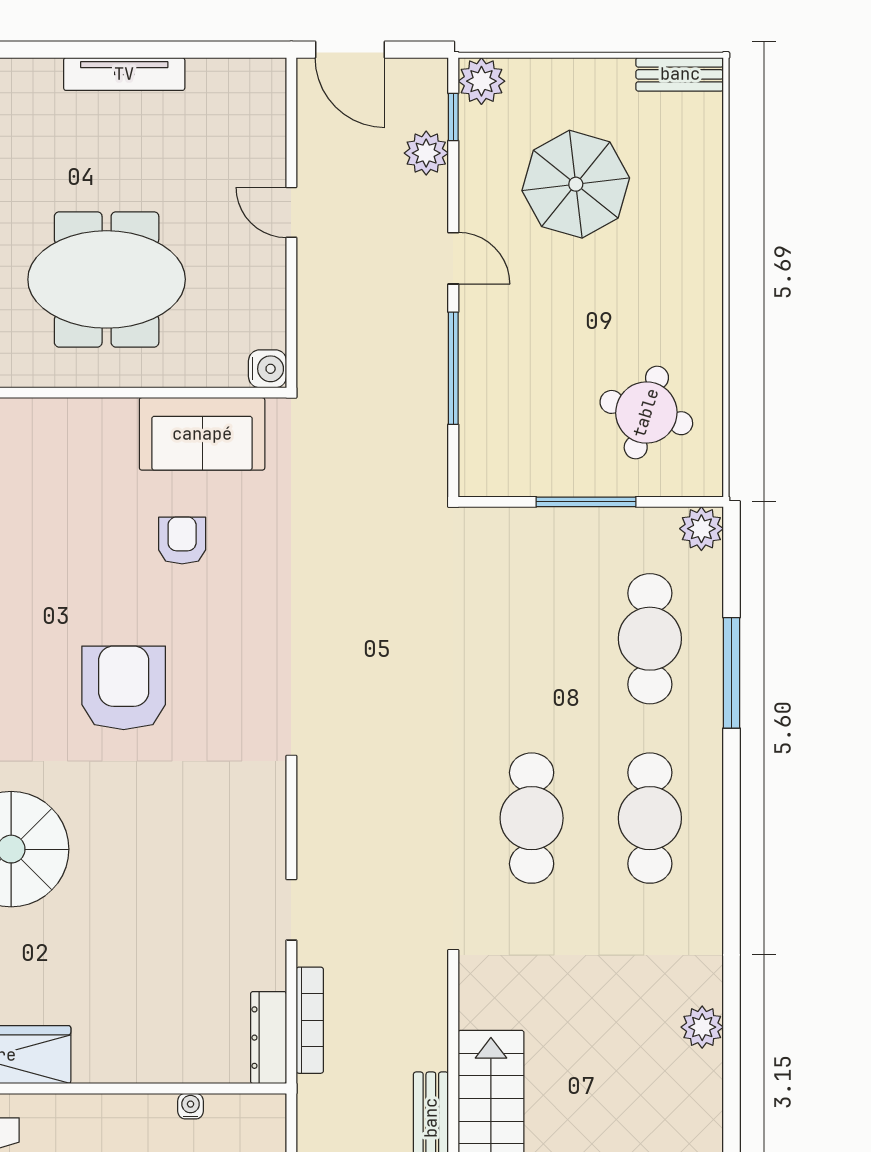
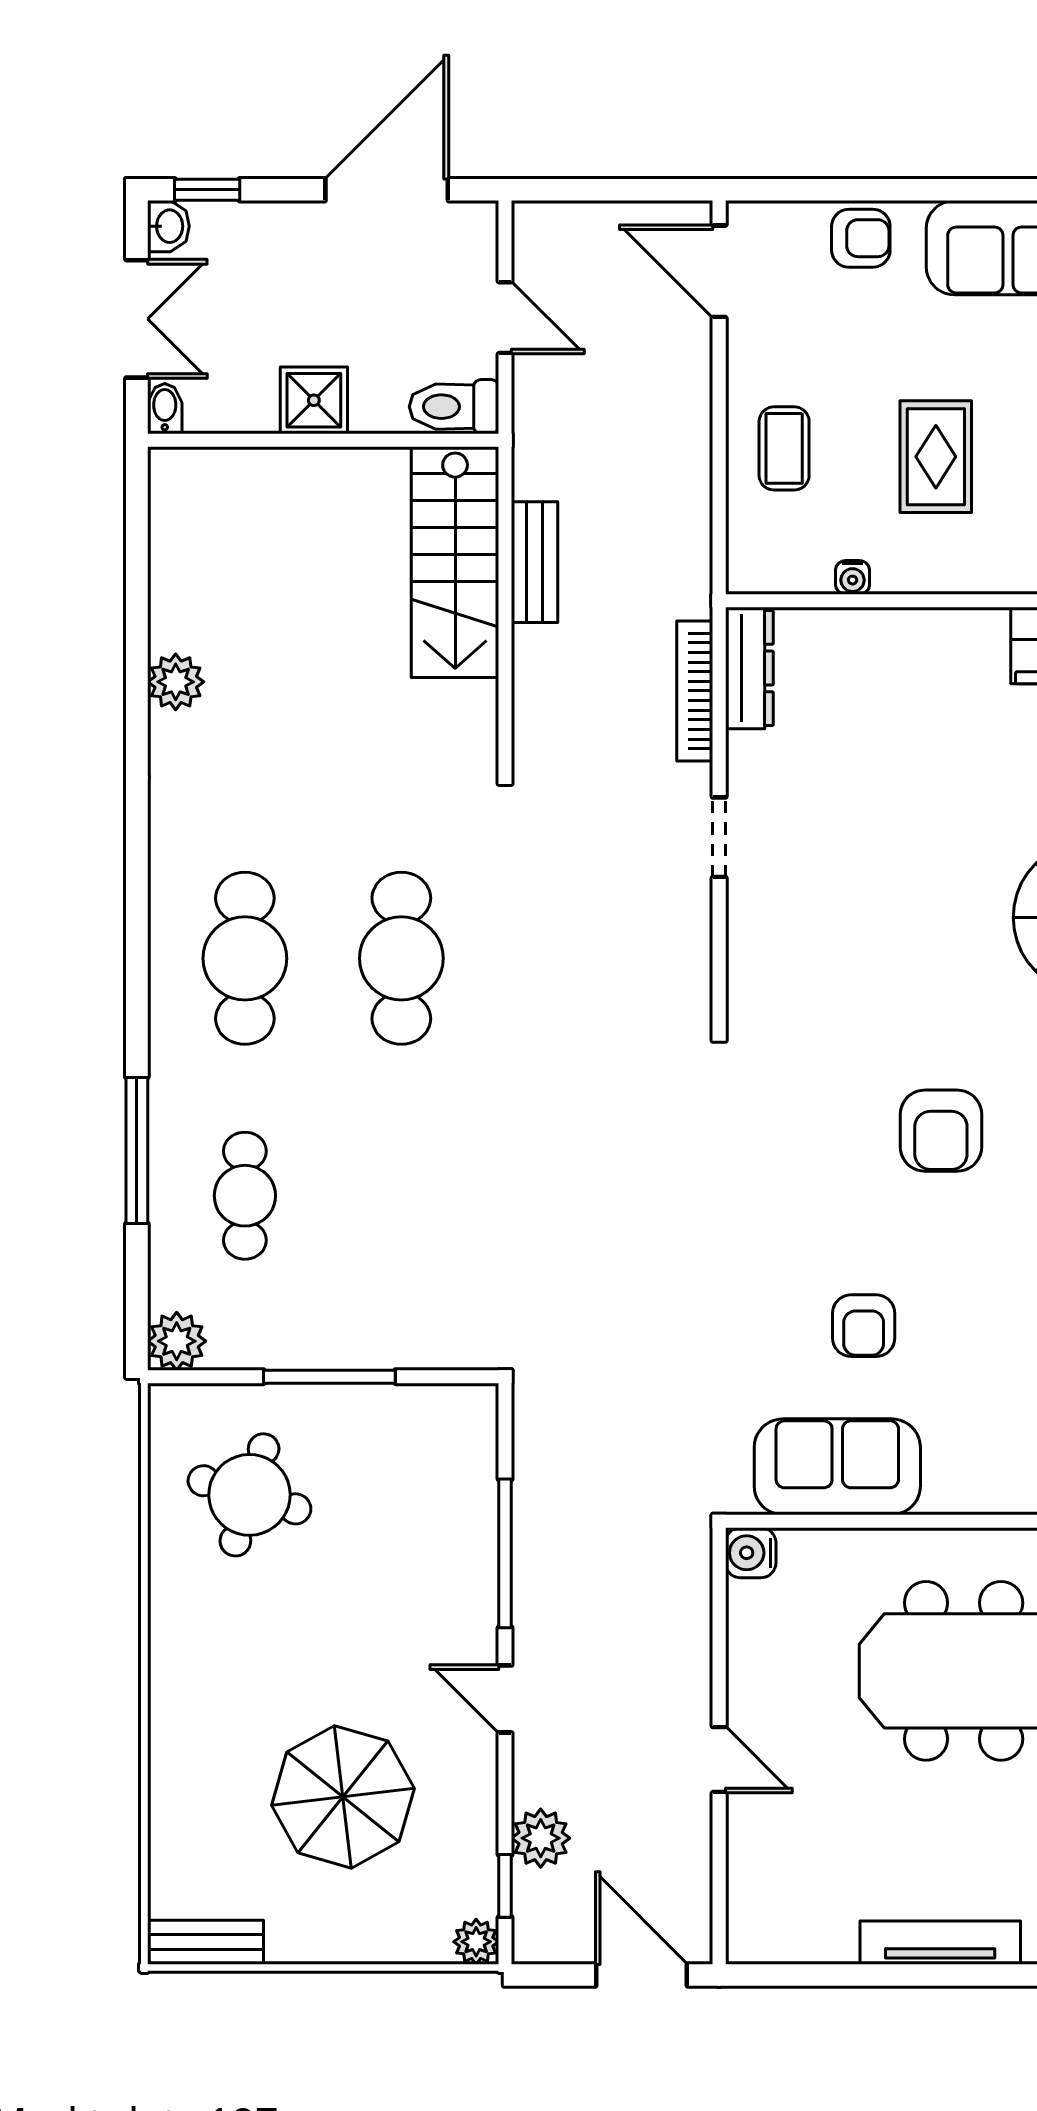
plant: (481, 81) -> (476, 1942), width x0.73, depth x0.73
cafe table: (650, 639) -> (245, 1196), width x0.73, depth x0.74
armchair: (124, 688) -> (941, 1131), width x0.73, depth x0.73

